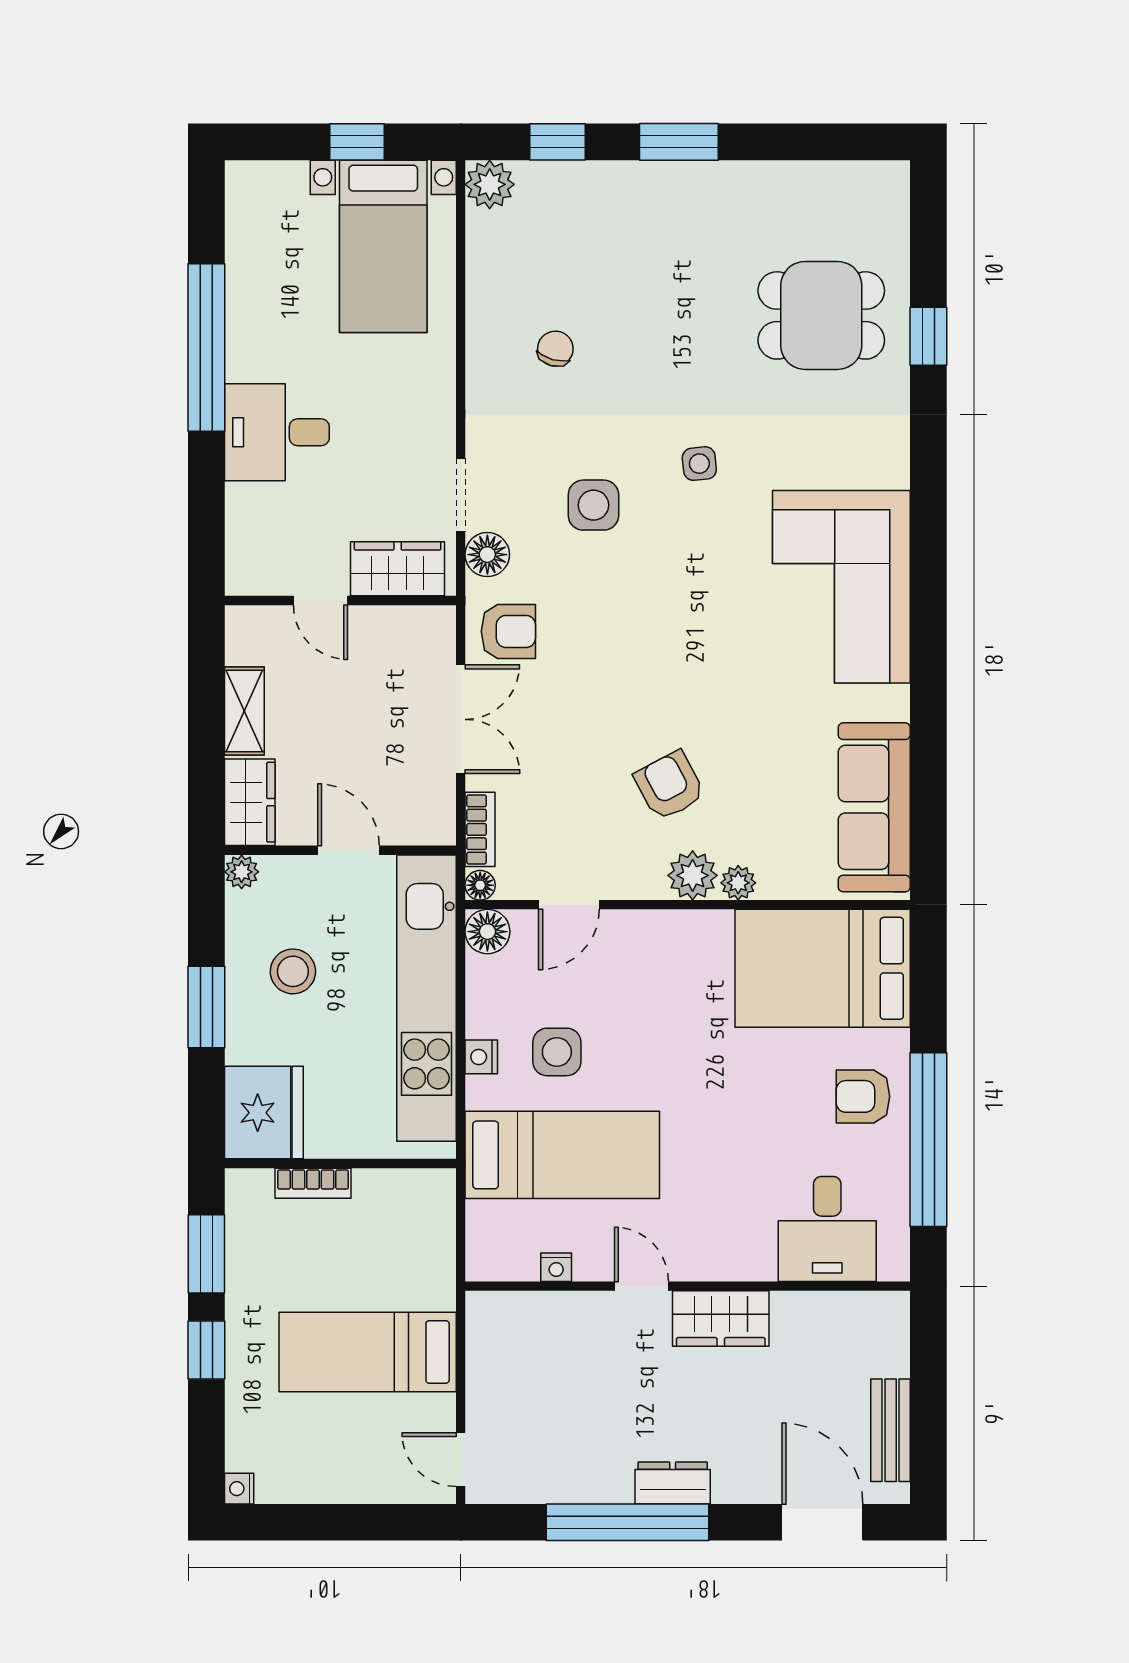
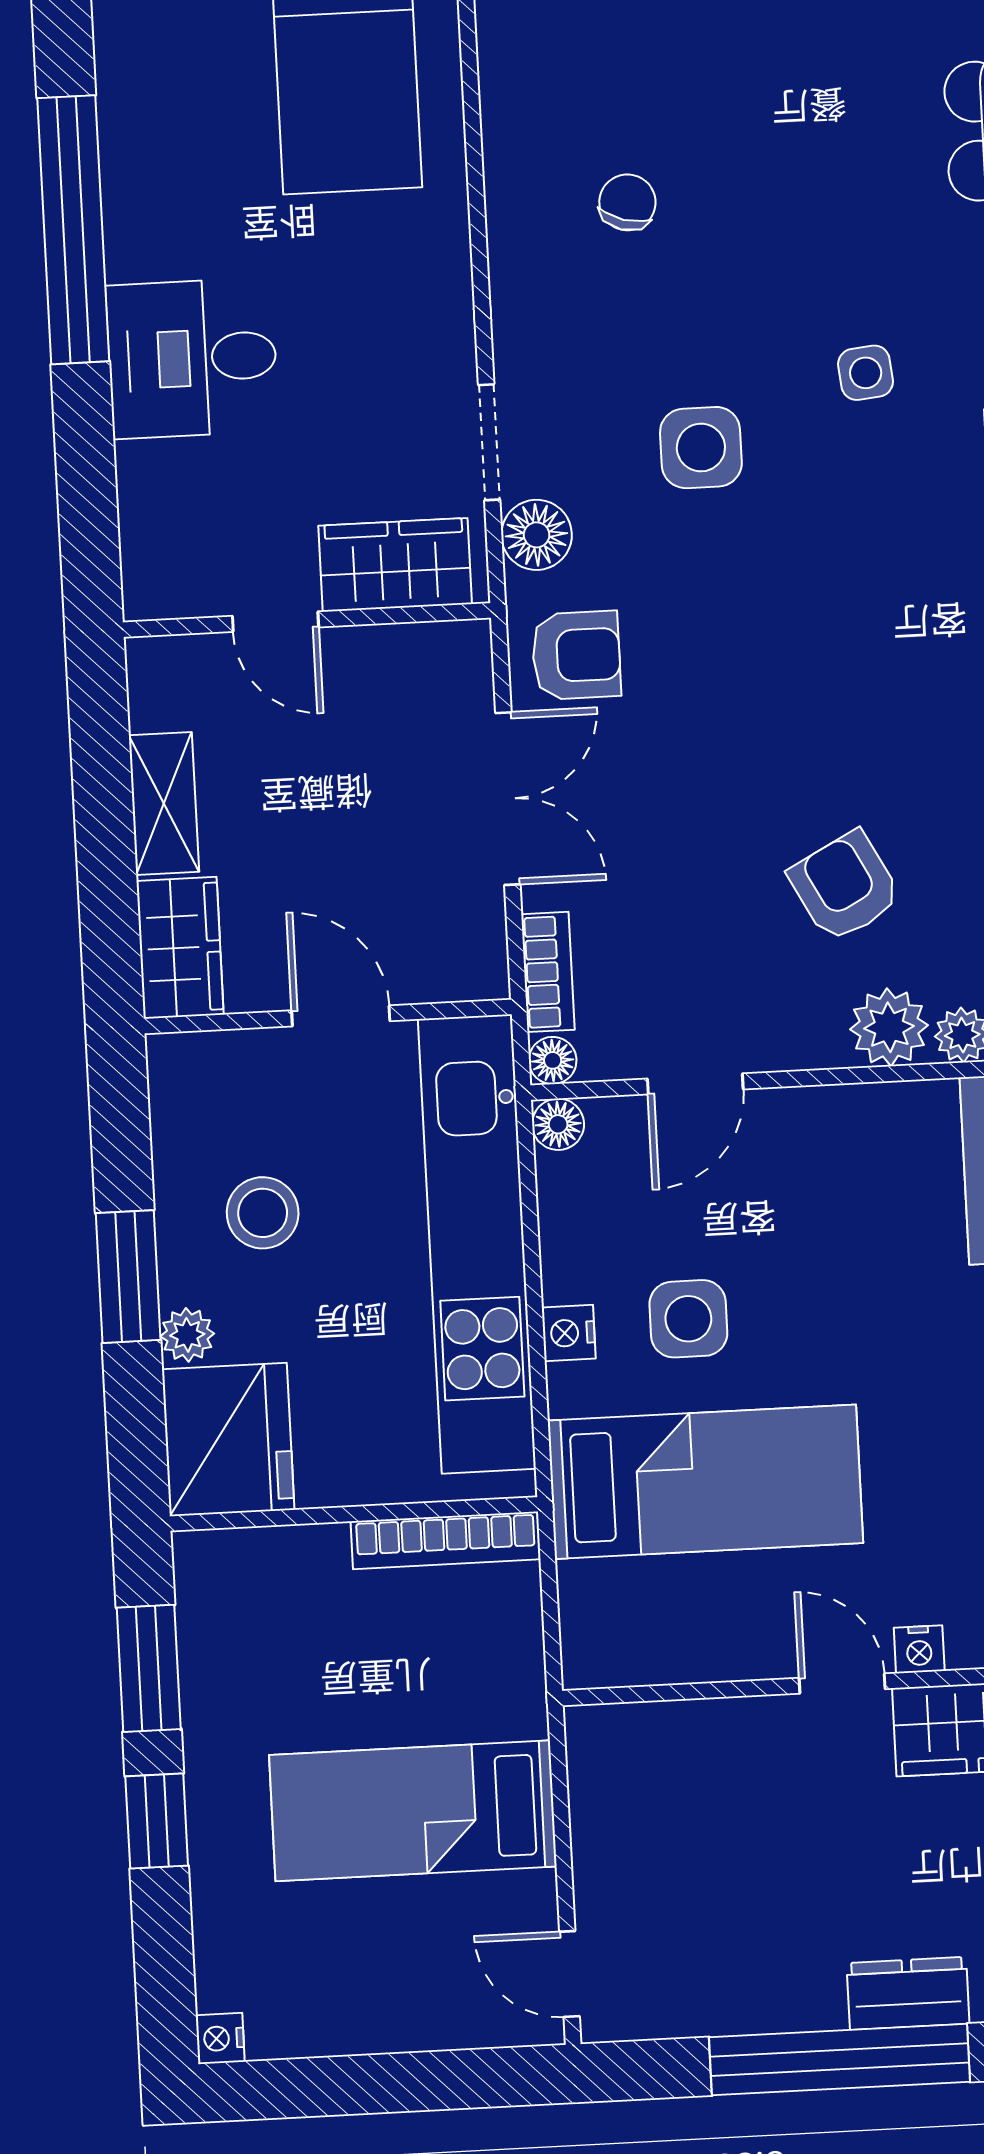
plant: (242, 872) -> (187, 1335), moved
floor lamp: (487, 932) -> (558, 1124), width x0.73, depth x0.73
bookcase: (313, 1183) -> (446, 1540), moved, width x1.56
nightstand: (556, 1267) -> (919, 1649), moved

